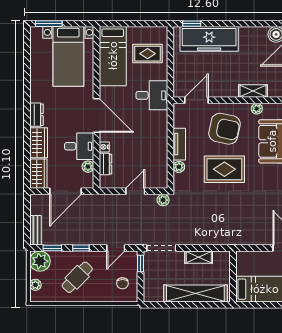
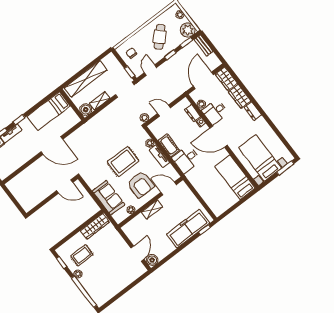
rug: (148, 54) -> (217, 194), removed
shelving: (253, 91) -> (152, 209), moved
desk: (152, 95) -> (186, 159), moved
door: (196, 100) -> (169, 188), swing flipped
armchair: (224, 129) -> (141, 184), turned -102
cot: (160, 148) -> (169, 145), added
door: (135, 191) -> (164, 111), swing flipped
boiler: (222, 259) -> (86, 110), added

